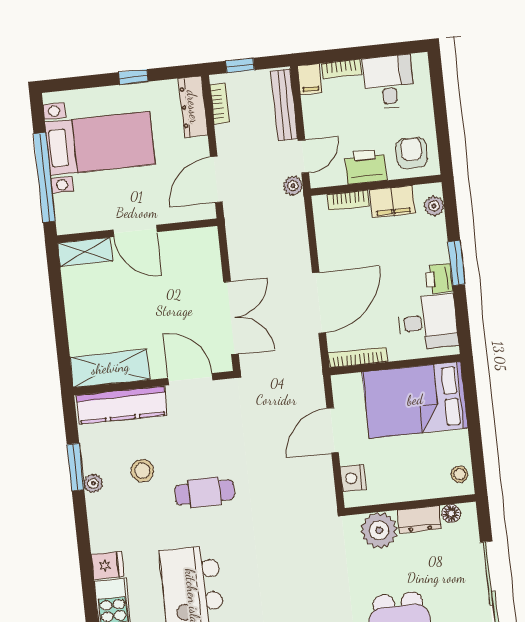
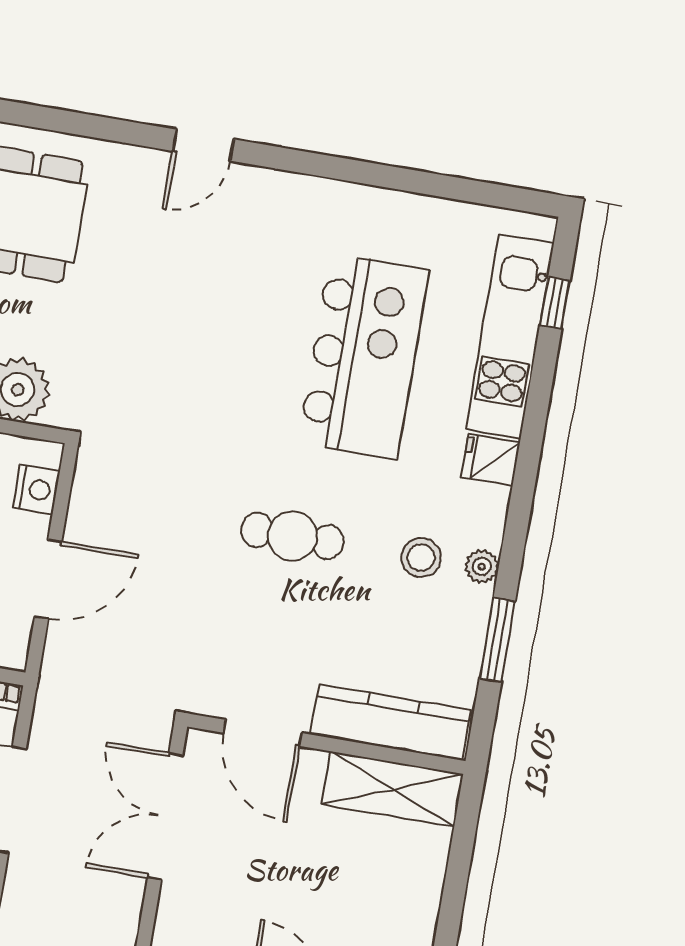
stool: (142, 471) -> (421, 558), moved
plant: (93, 483) -> (482, 567), moved

